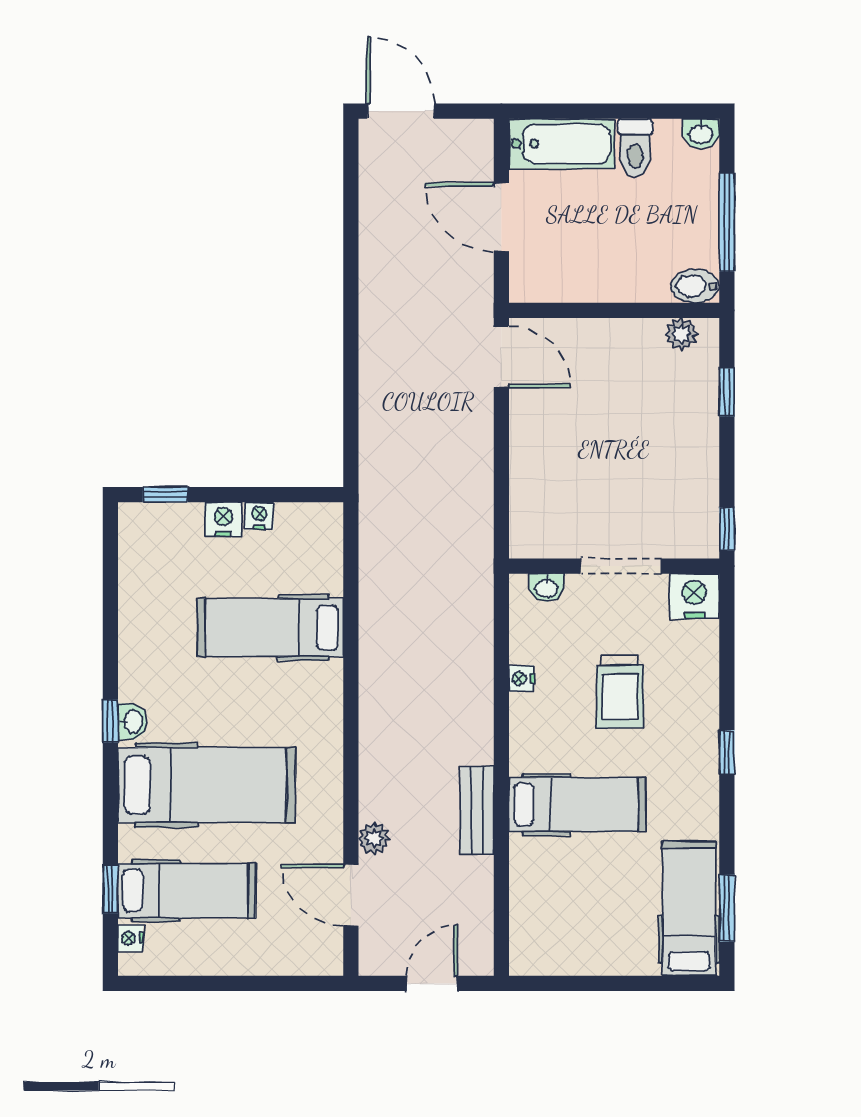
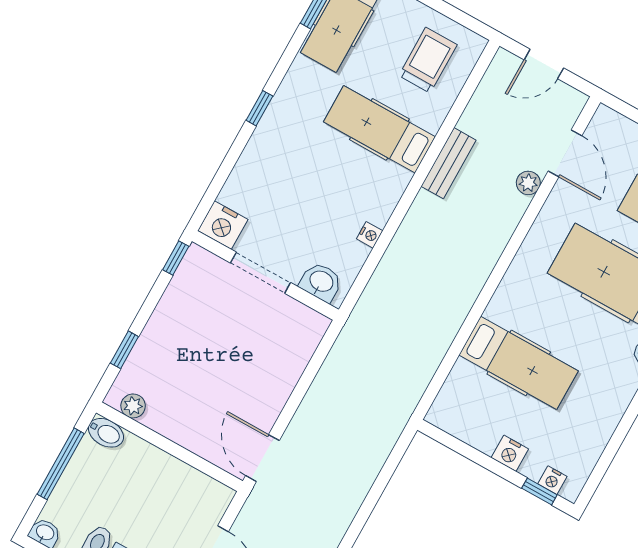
nightstand: (259, 516) -> (552, 480), moved
washbasin: (547, 588) -> (321, 282), width x1.38, depth x1.45
trolley: (620, 691) -> (428, 60), moved

